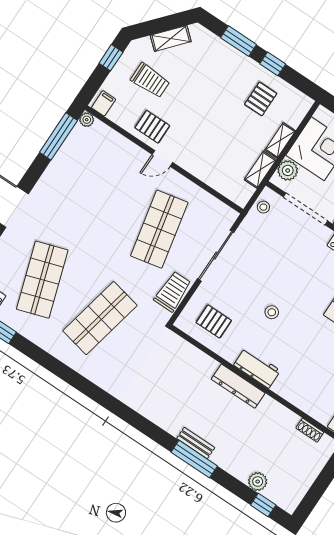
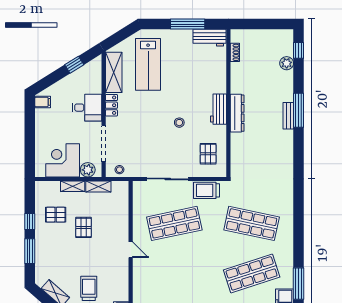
pallet: (152, 127) -> (84, 227), moved

